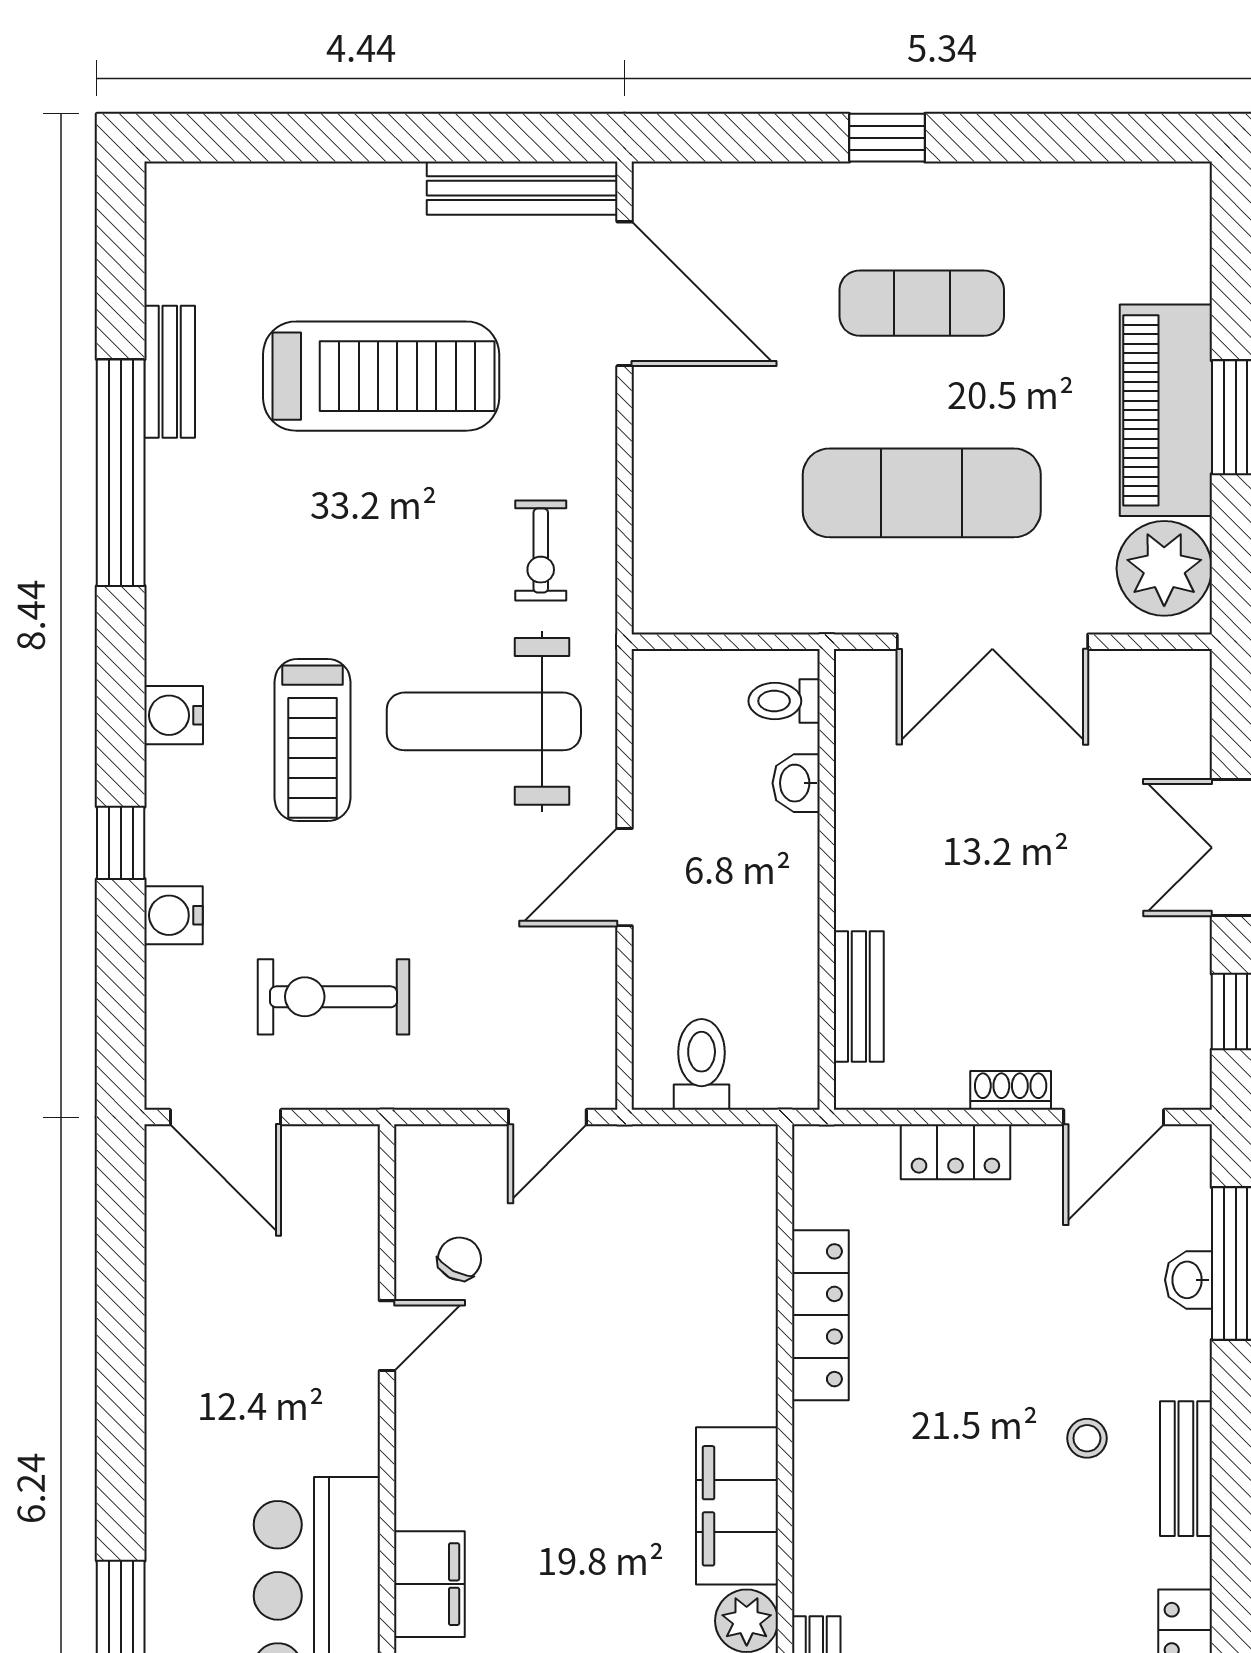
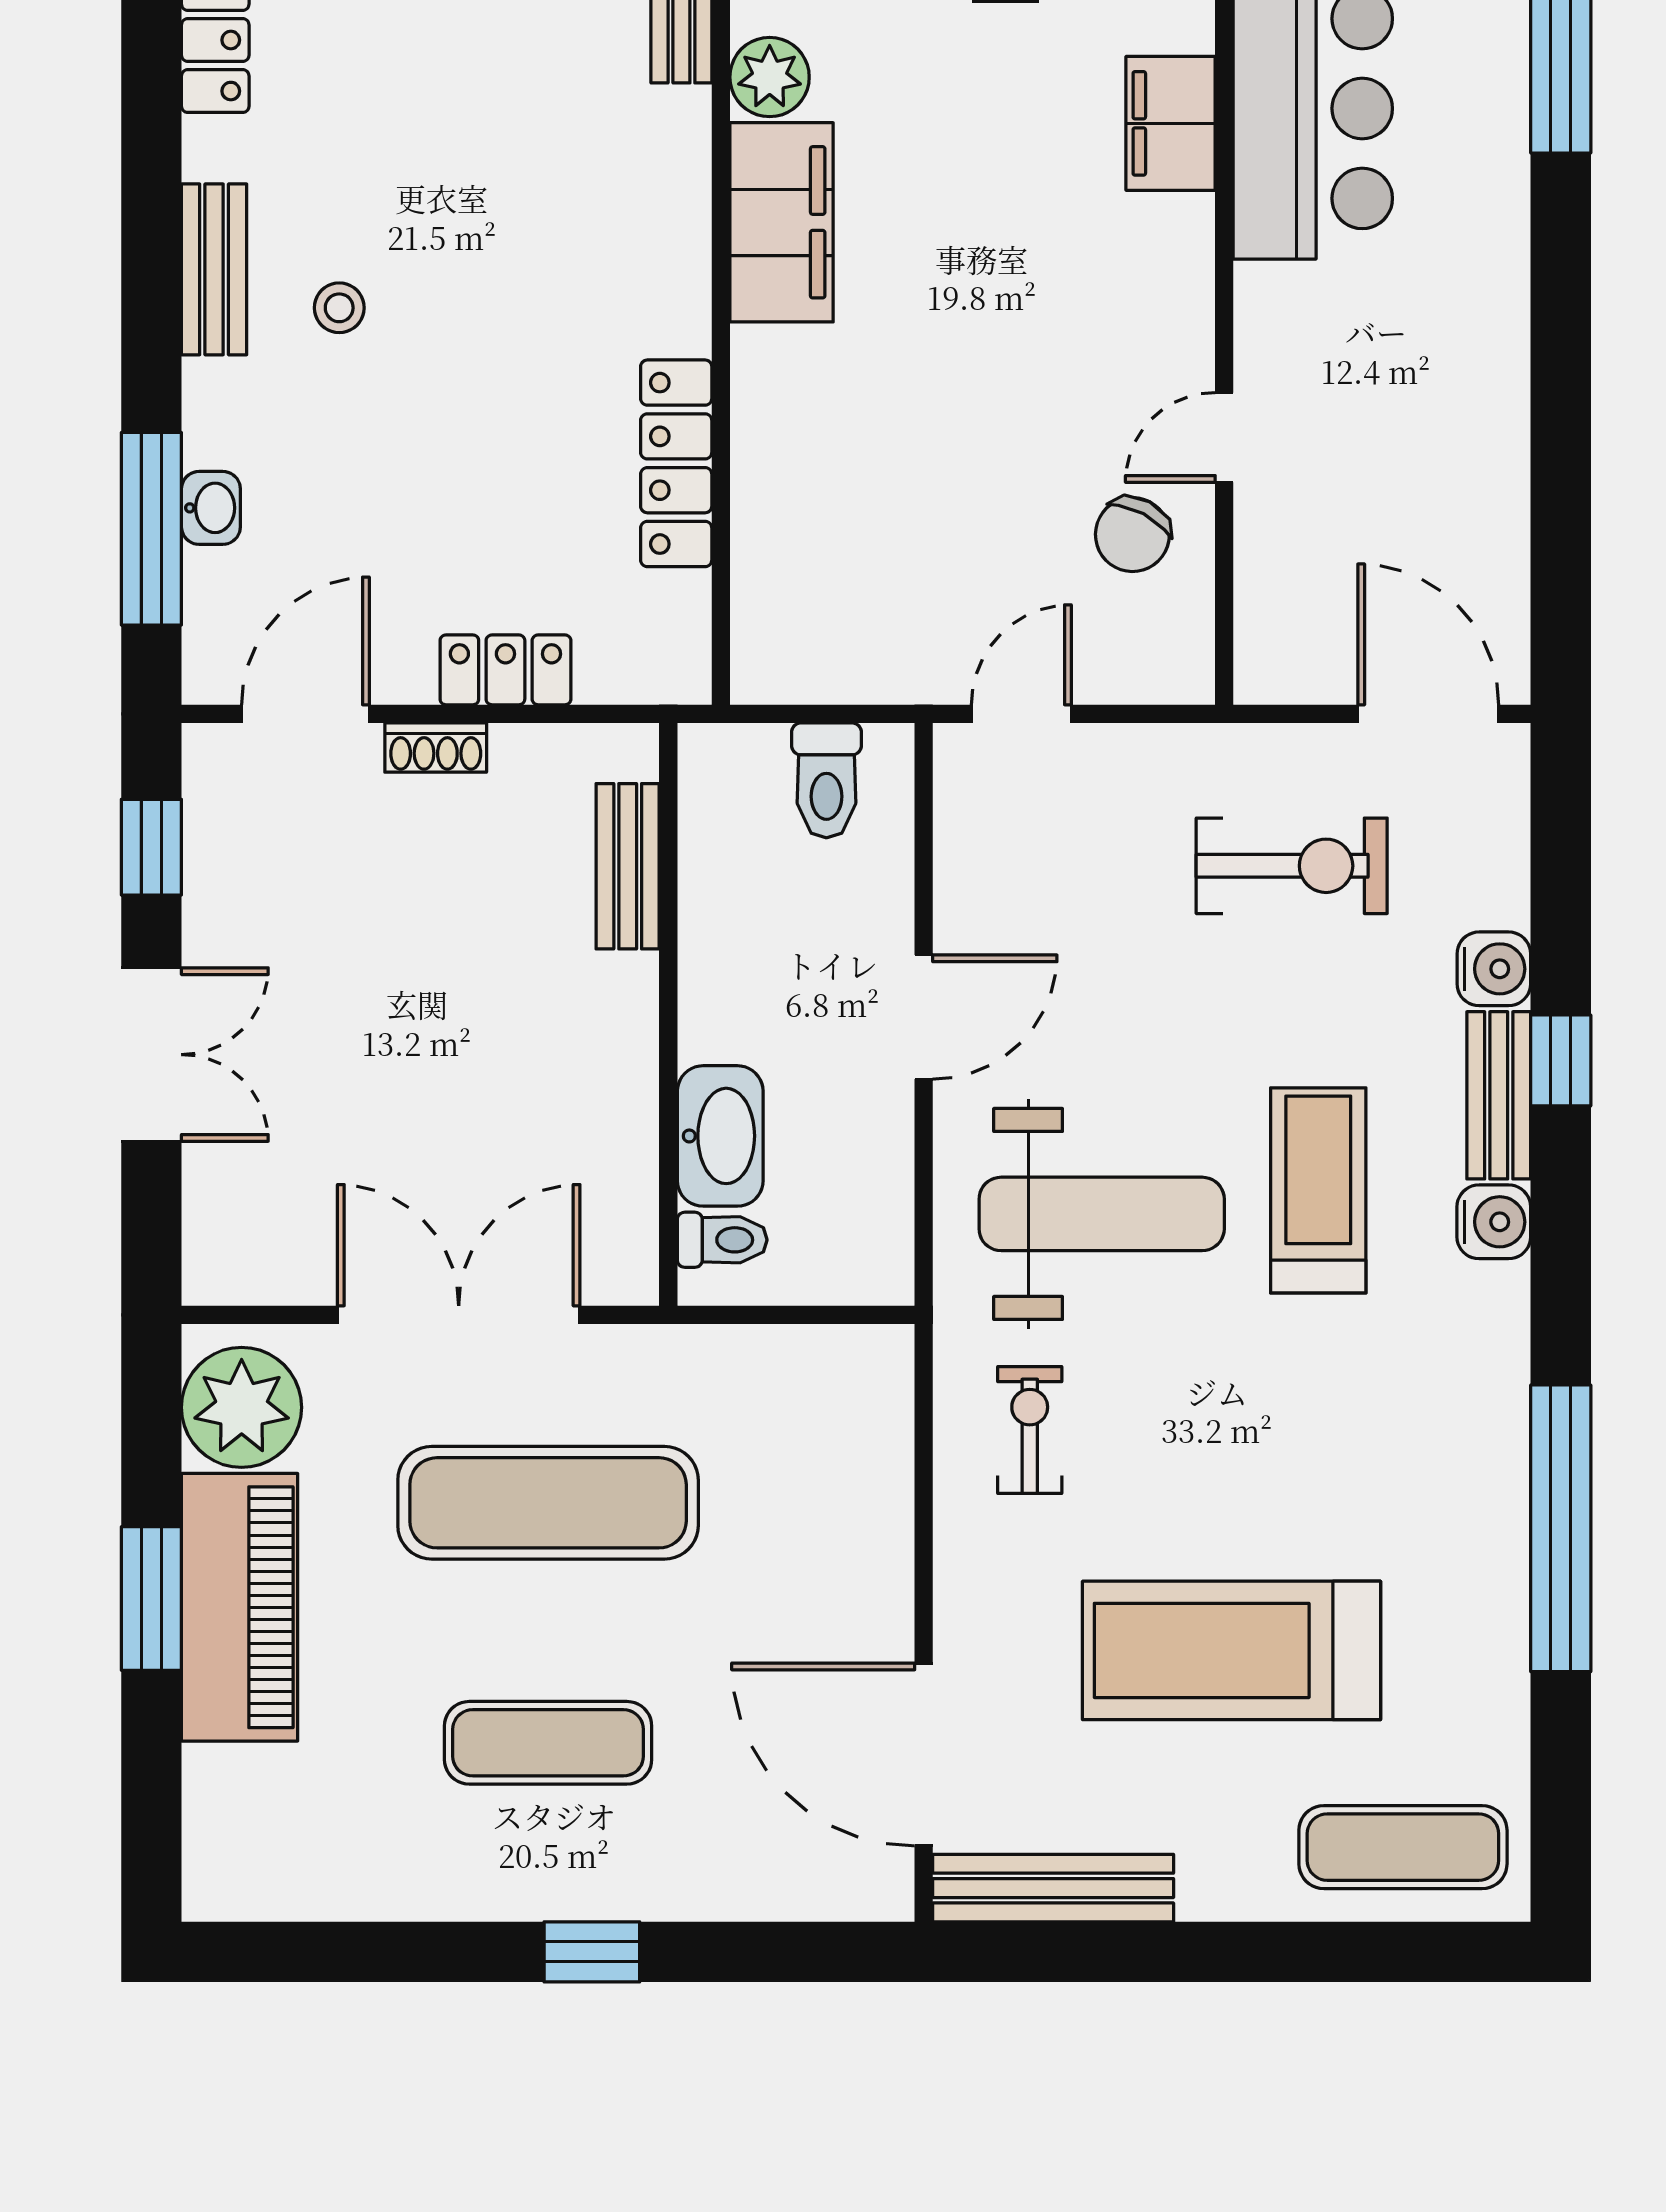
exercise mat: (245, 221) -> (1403, 1847), added
bench: (170, 372) -> (1499, 1095), moved
washbasin: (796, 783) -> (720, 1136), width x1.91, depth x1.45
chair: (459, 1259) -> (1132, 535), width x1.37, depth x1.37

